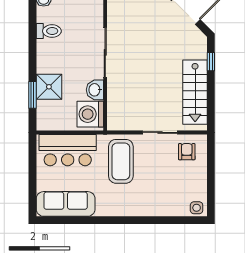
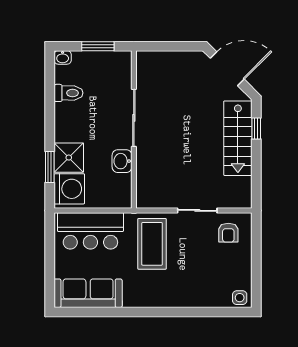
stairs: (195, 92) -> (238, 138), moved
washing machine: (90, 114) -> (69, 189), moved, turned 180
armchair: (187, 152) -> (228, 233), turned 180

